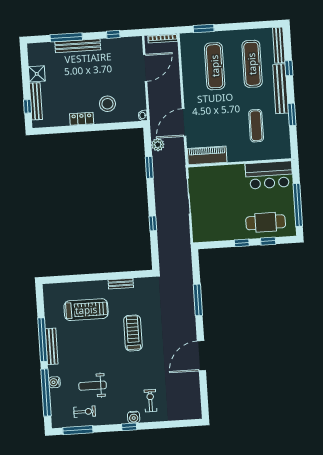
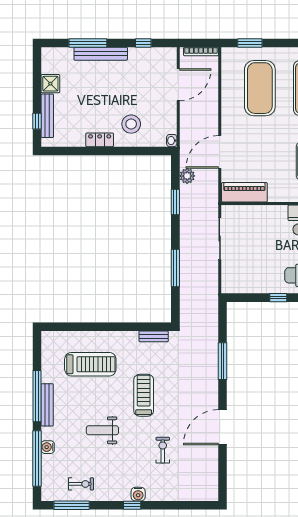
exercise mat: (215, 66) -> (260, 88), width x1.47
window: (153, 223) -> (175, 268), width x2.17
bench: (121, 284) -> (154, 336), moved
weight bench: (93, 386) -> (102, 430), moved
exercise bike: (150, 401) -> (163, 450), moved

